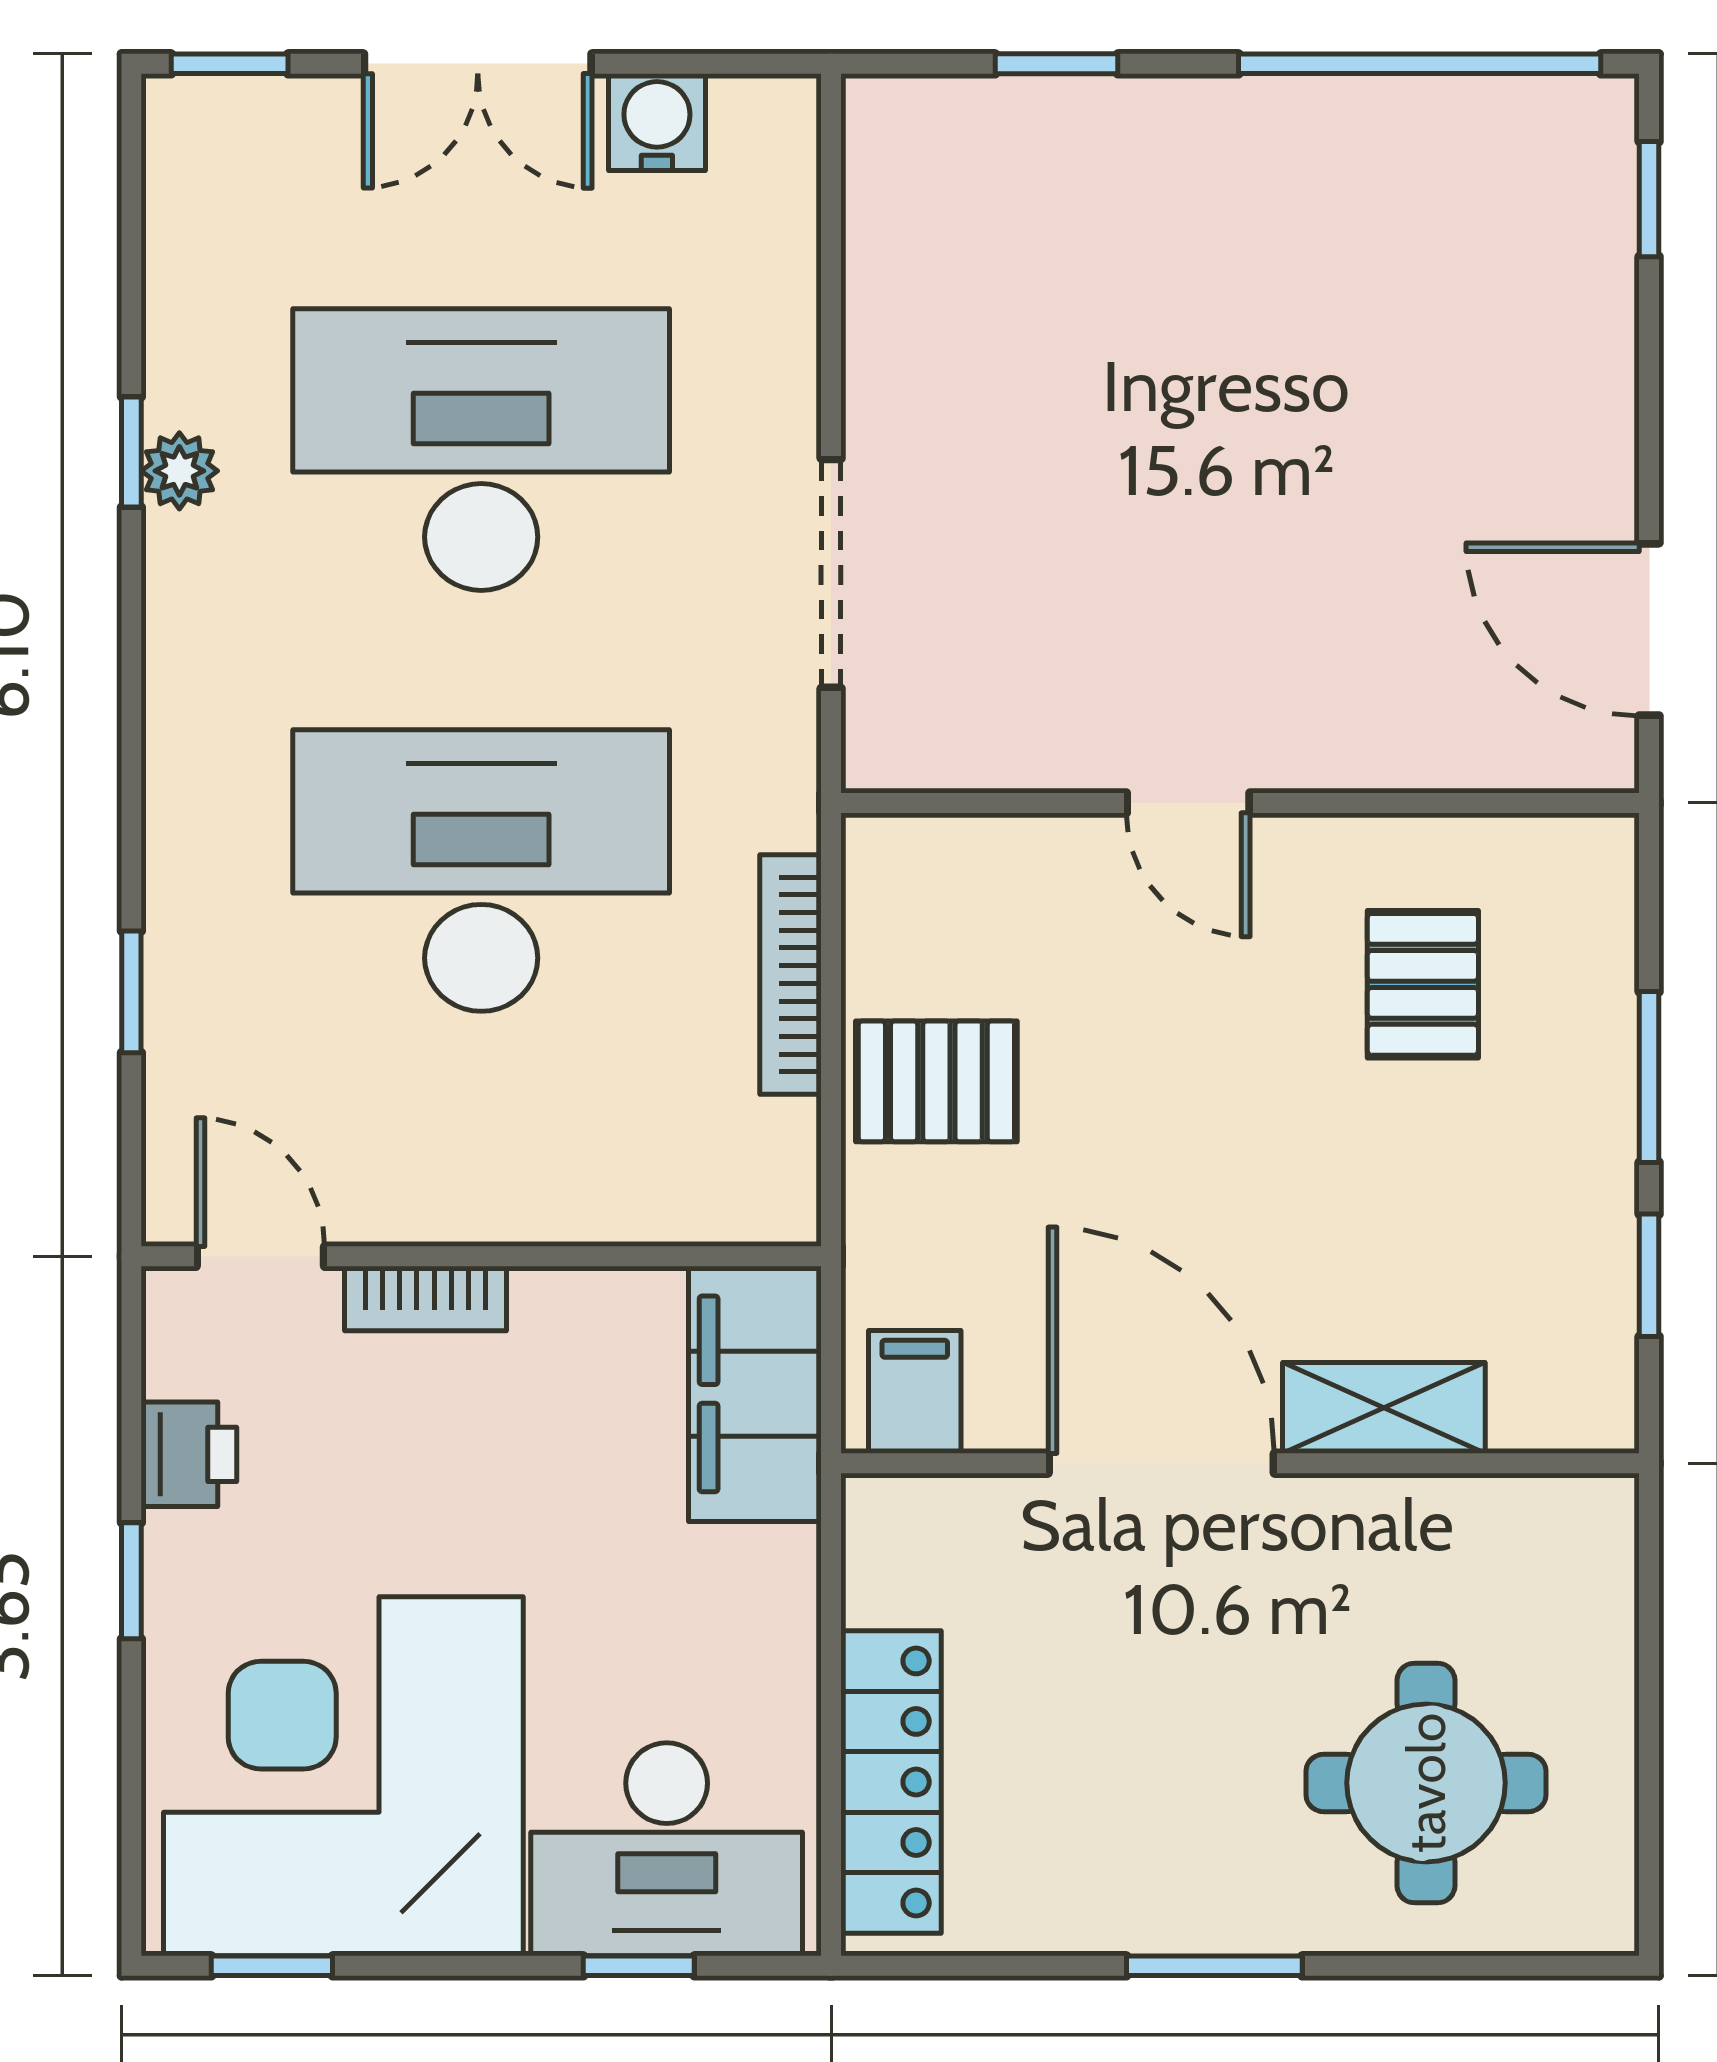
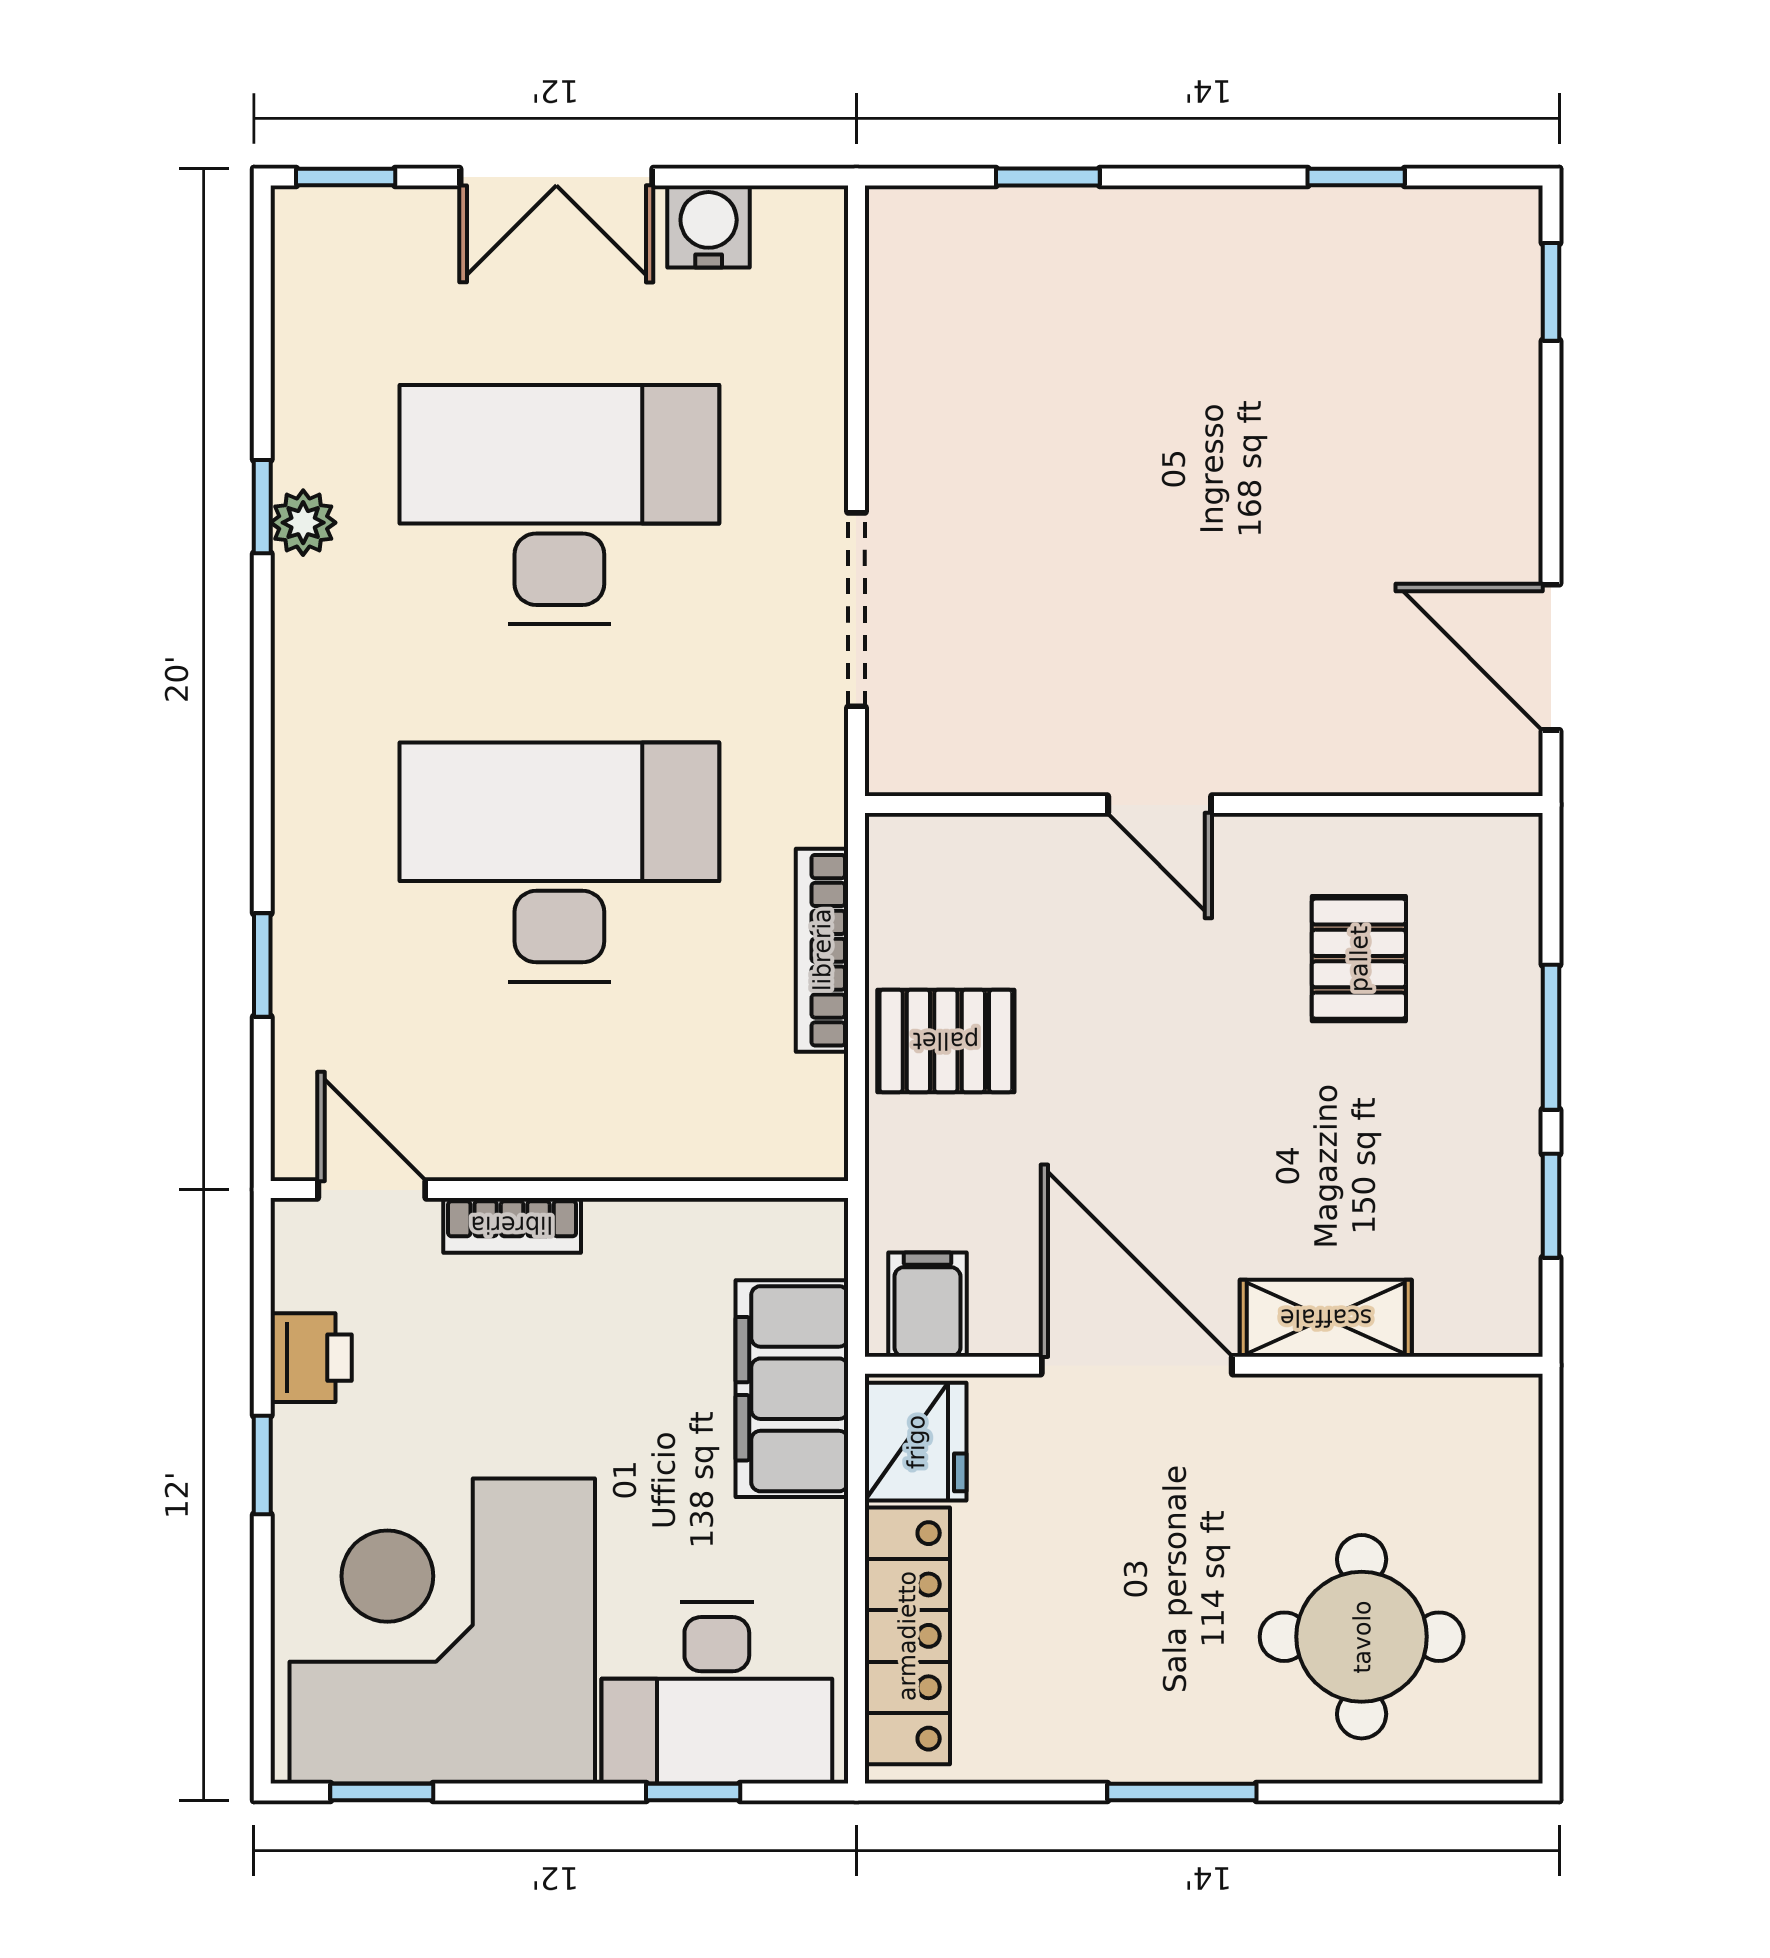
window: (1420, 64) -> (1356, 177), width x0.32
filing cabinet: (755, 1394) -> (792, 1389), moved
fridge: (901, 1553) -> (916, 1442), added

